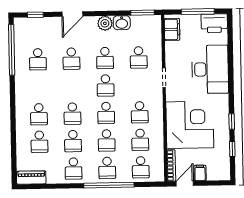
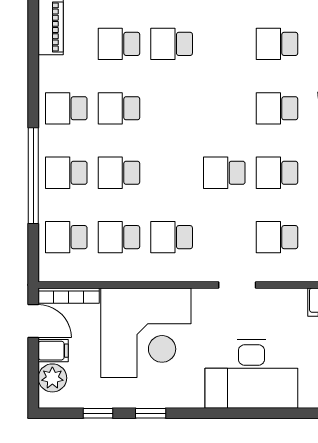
school desk: (106, 113) -> (172, 173), removed
school desk: (72, 114) -> (172, 108), removed
plant: (214, 173) -> (52, 378), added

